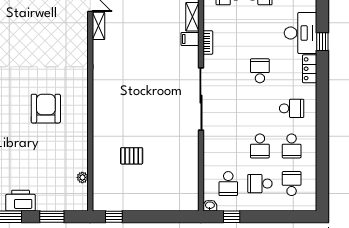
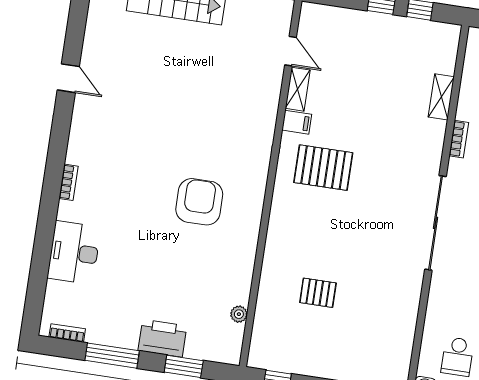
filing cabinet: (190, 39) -> (297, 122), moved, turned 180
pallet: (123, 74) -> (323, 168), added
printer: (21, 201) -> (162, 338), moved

